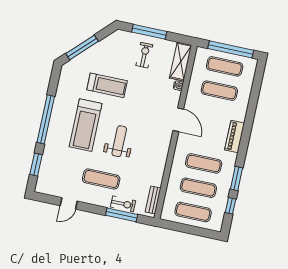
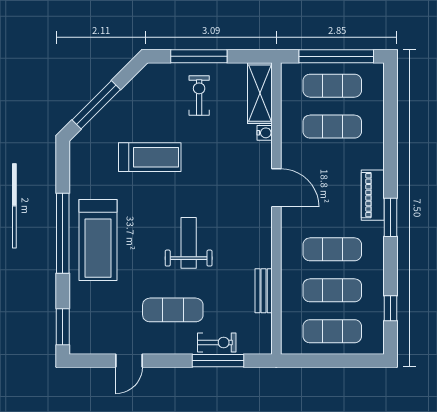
treadmill: (86, 125) -> (98, 240), moved
window: (36, 165) -> (63, 327), moved
window: (236, 178) -> (390, 217), moved
bench: (153, 200) -> (264, 291), moved

